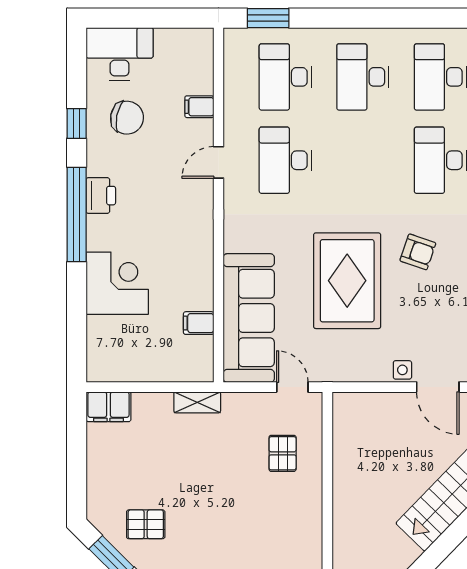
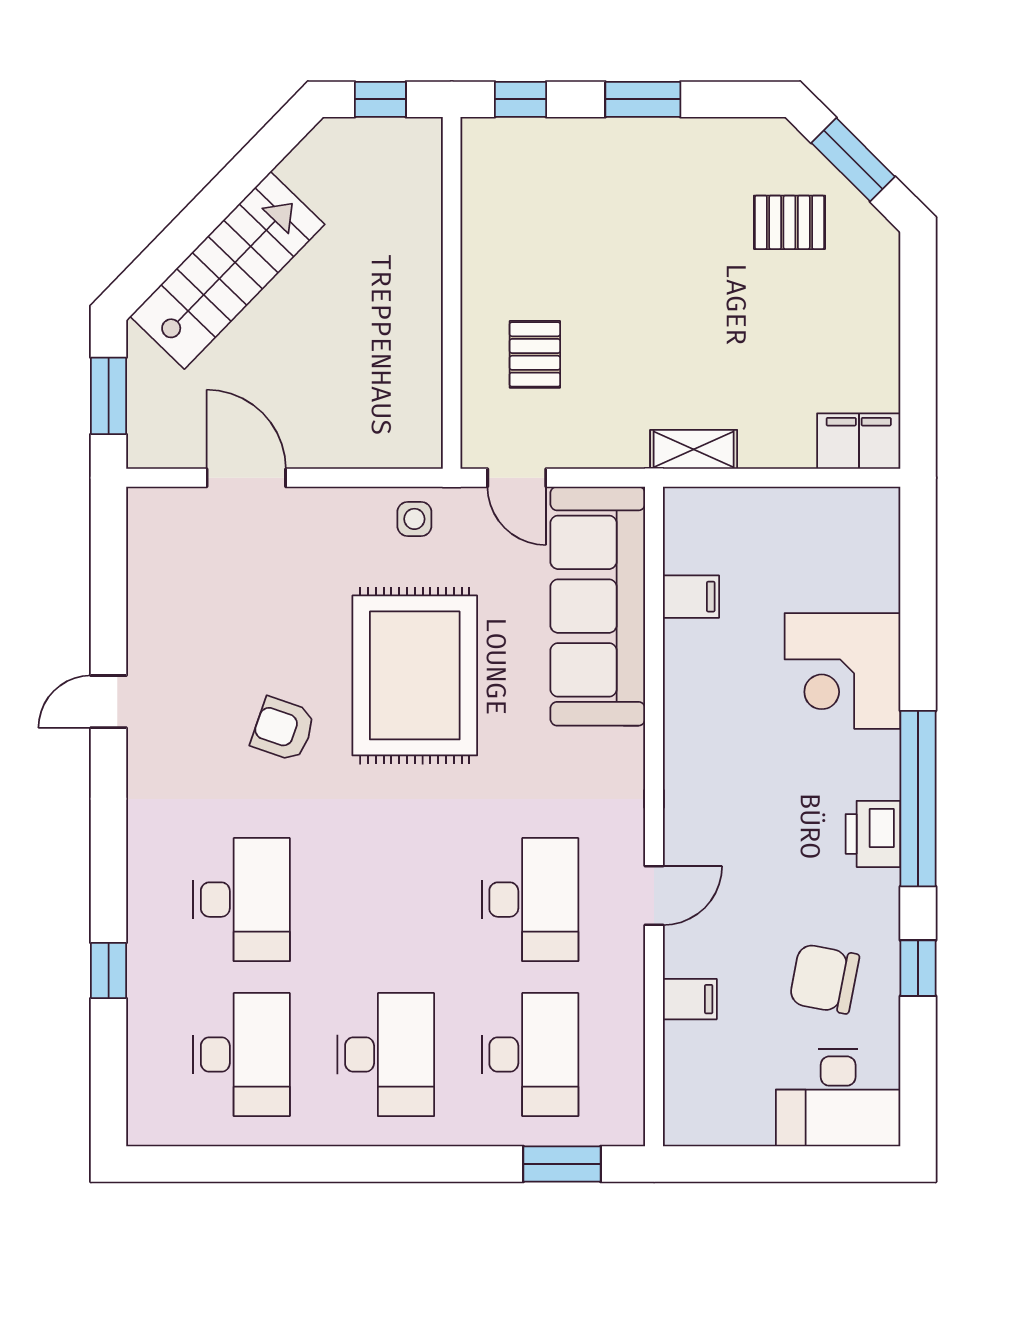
side table: (402, 370) -> (414, 519), moved

